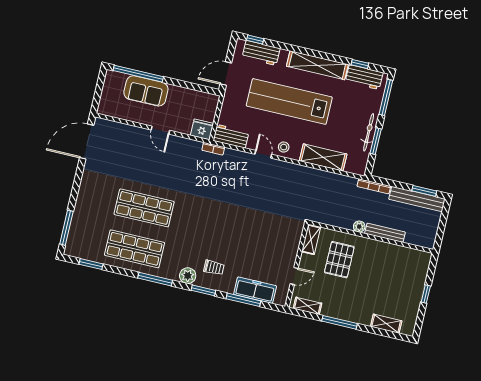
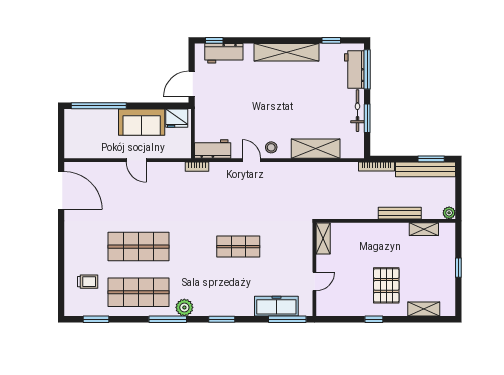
workbench: (364, 77) -> (354, 69), moved, turned 90
sofa: (146, 91) -> (142, 122), moved
lab bench: (289, 101) -> (266, 98), removed
fridge: (202, 129) -> (177, 118), moved, turned 180
door: (87, 141) -> (61, 190), swing flipped
plant: (359, 227) -> (449, 213), moved
window: (66, 228) -> (61, 287), removed
shop shelf: (233, 229) -> (238, 247), added
pallet: (339, 260) -> (386, 285), moved
trolley: (214, 268) -> (88, 282), moved
plant: (188, 276) -> (184, 307), moved
window: (243, 300) -> (287, 319), moved
shelving: (308, 306) -> (424, 229), moved
window: (339, 322) -> (374, 319), width x0.46

